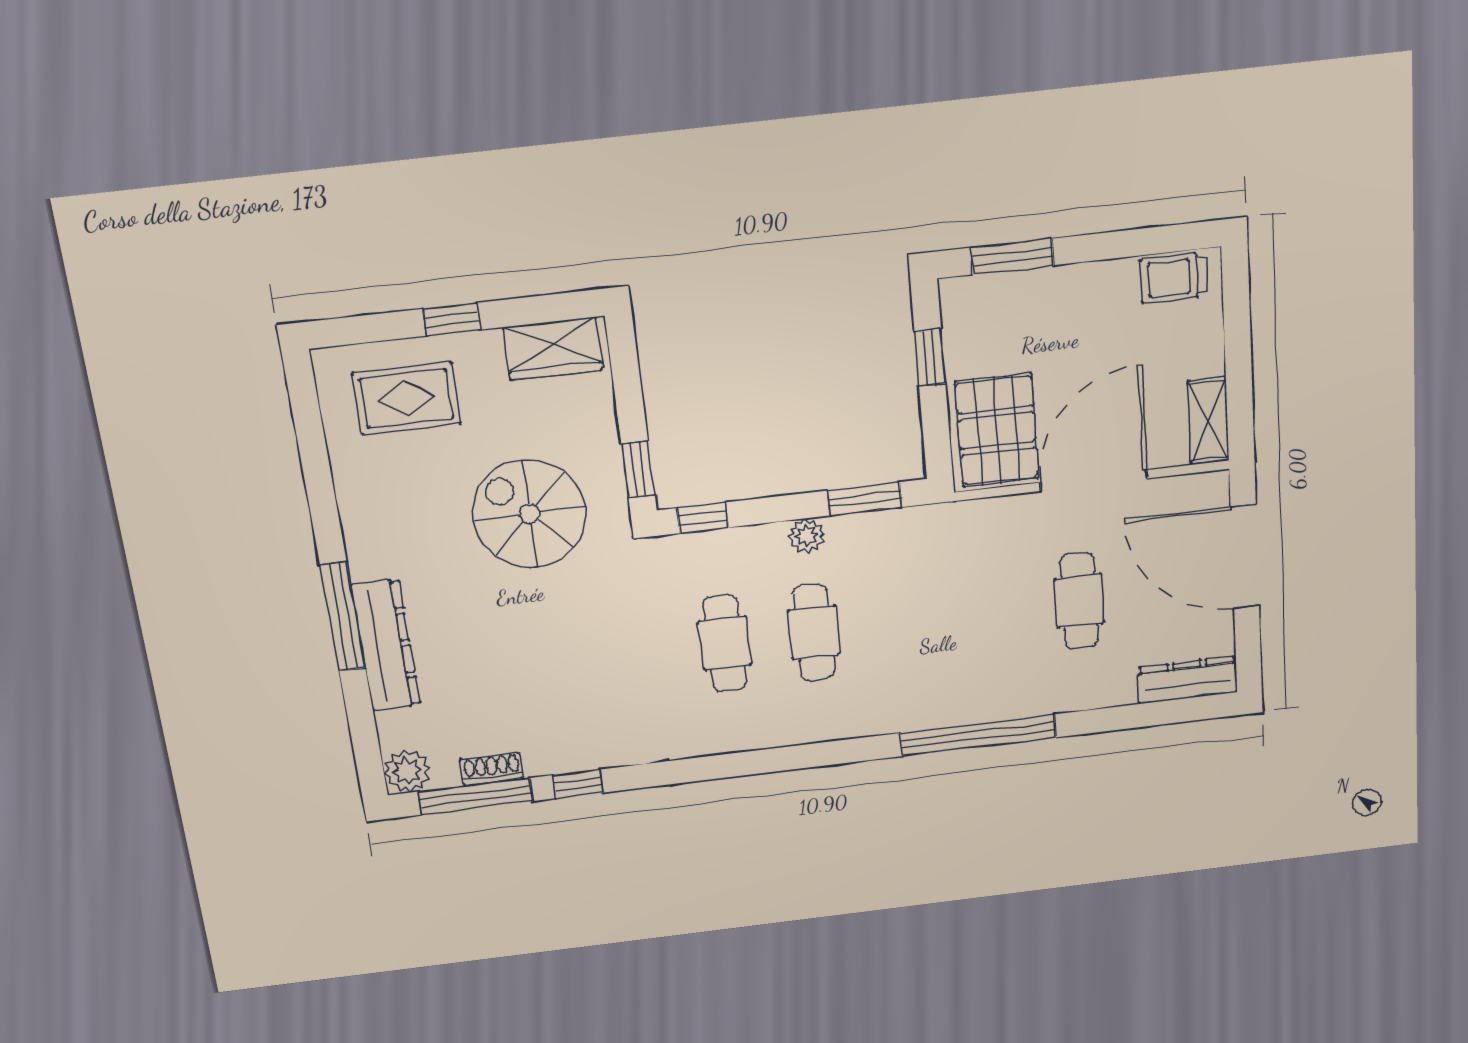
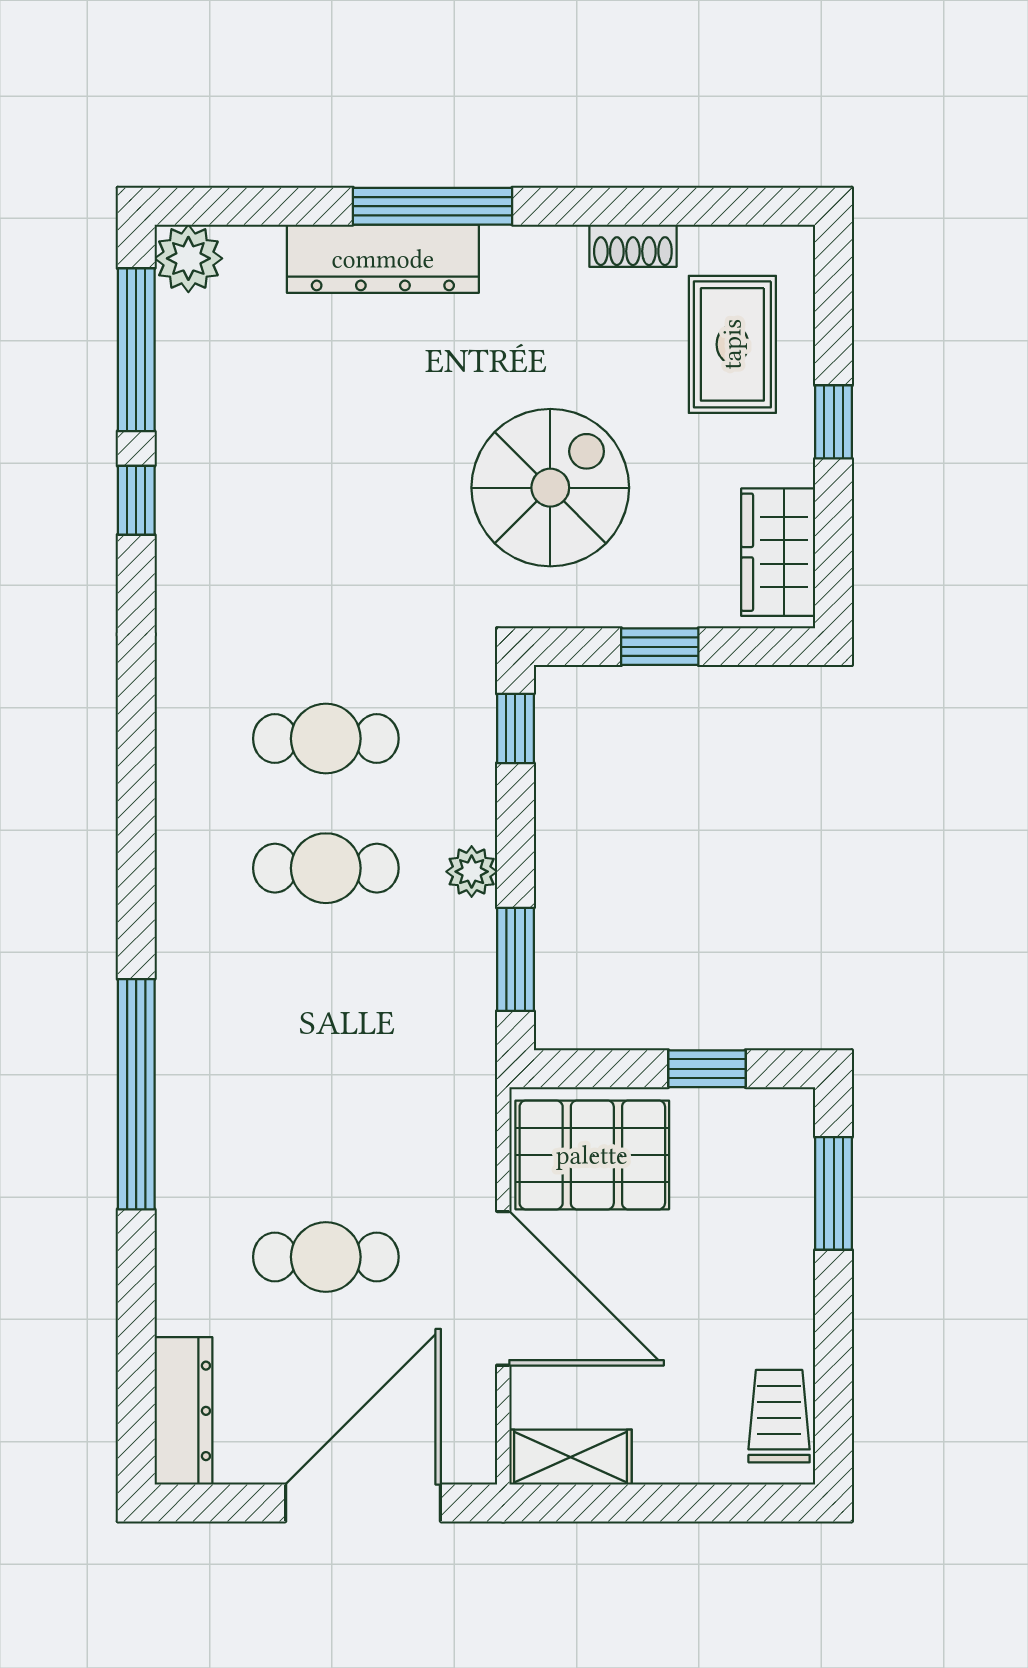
window: (638, 470) -> (660, 647), moved
shoe rack: (492, 769) -> (633, 246), moved, turned 90

